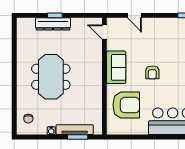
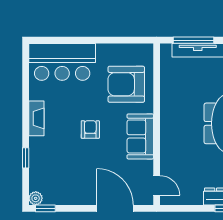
door: (134, 15) -> (115, 208), width x1.87
window: (78, 137) -> (194, 40), width x1.44

